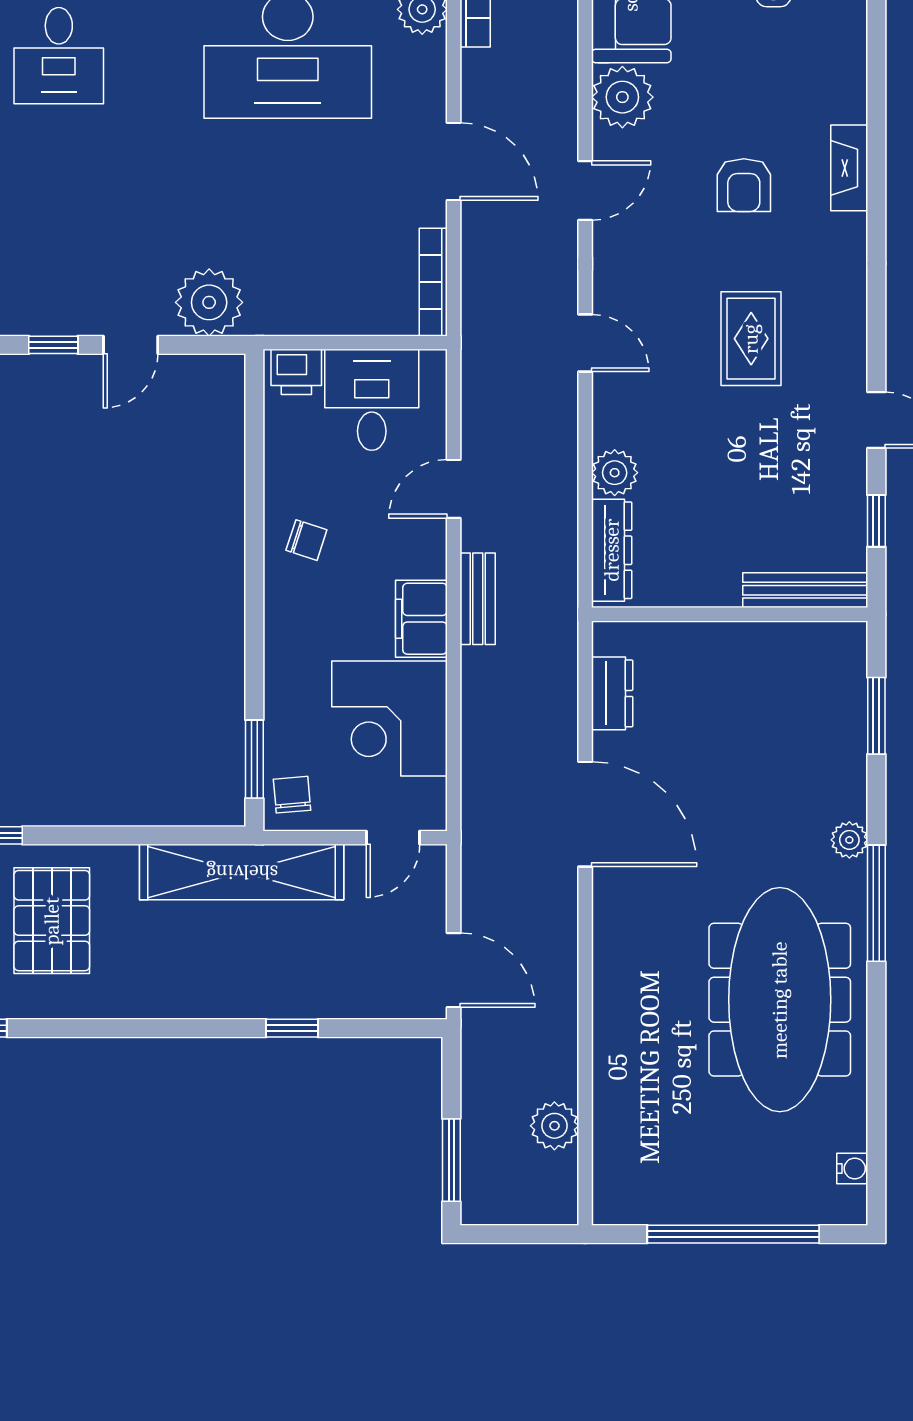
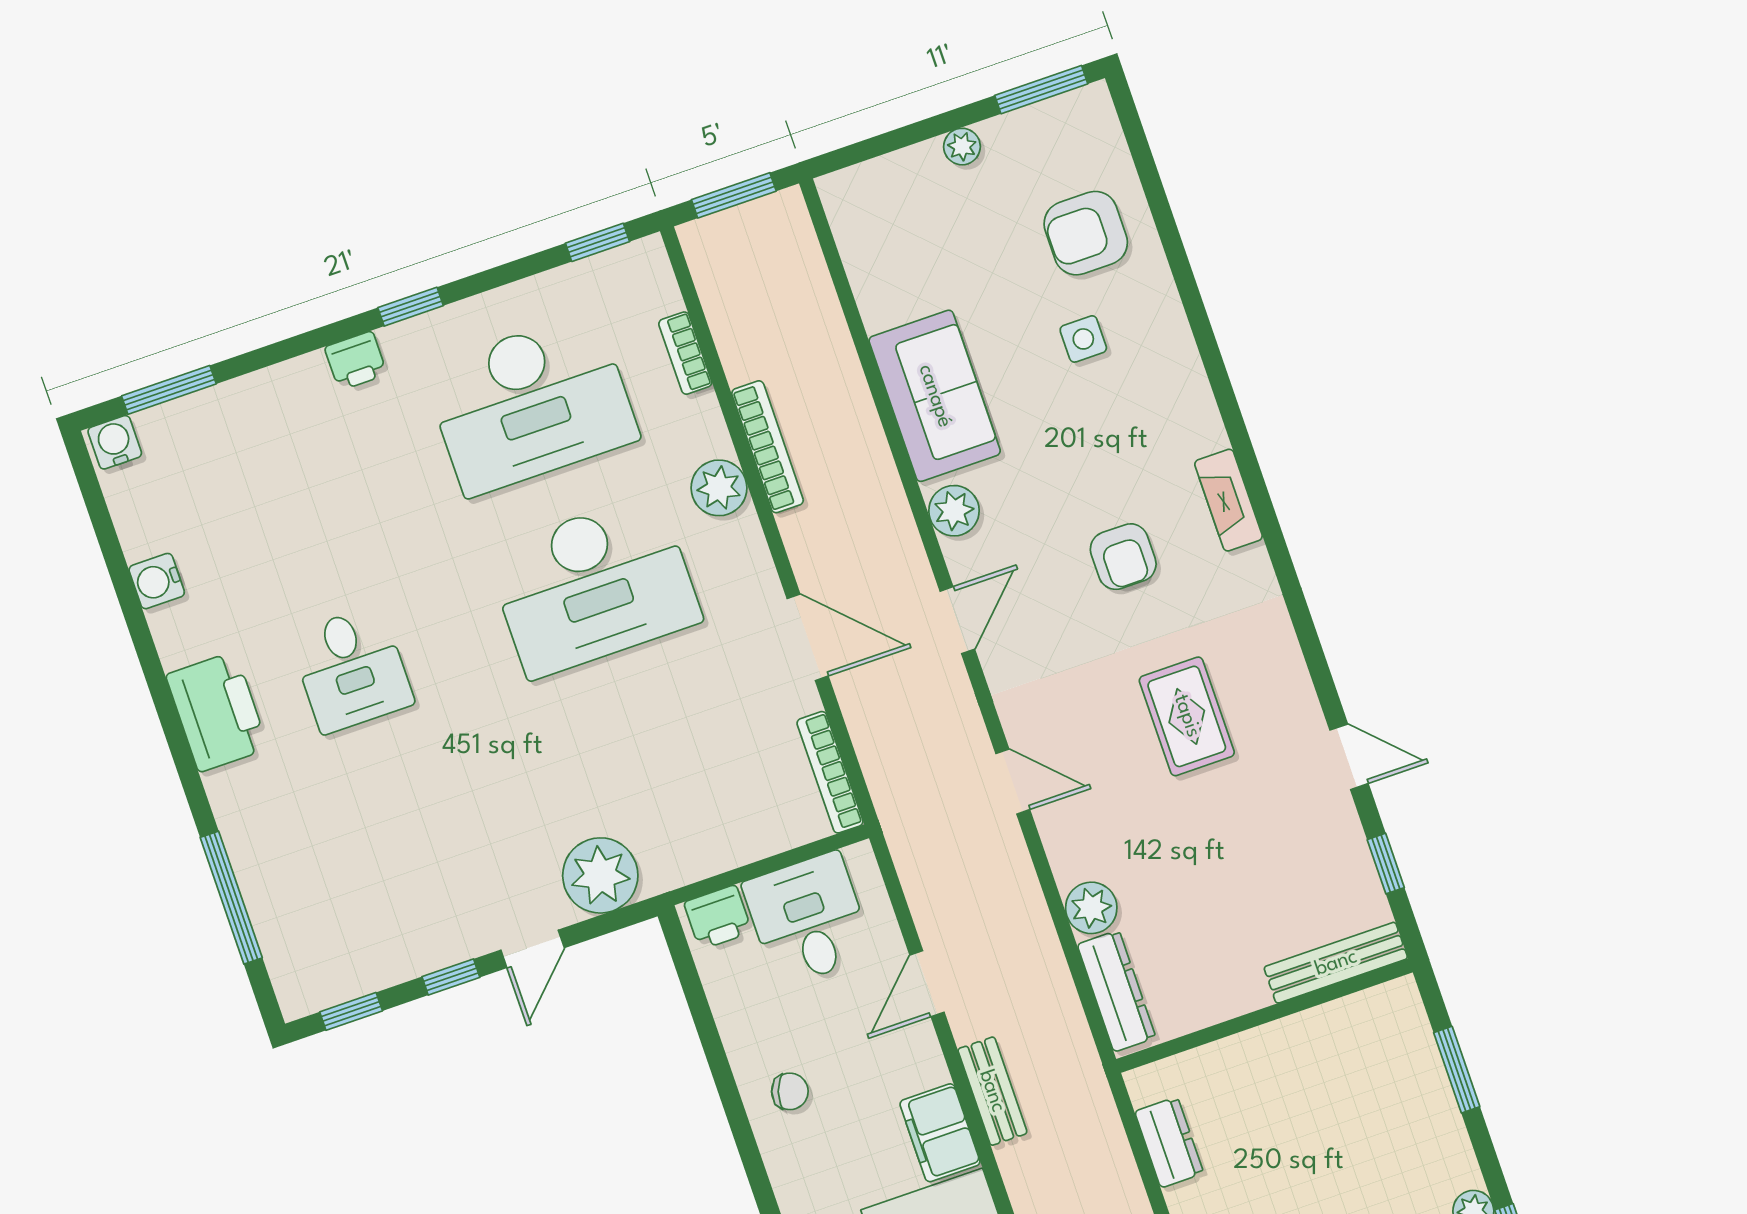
plant: (622, 97) -> (954, 511), width x0.73, depth x0.73

